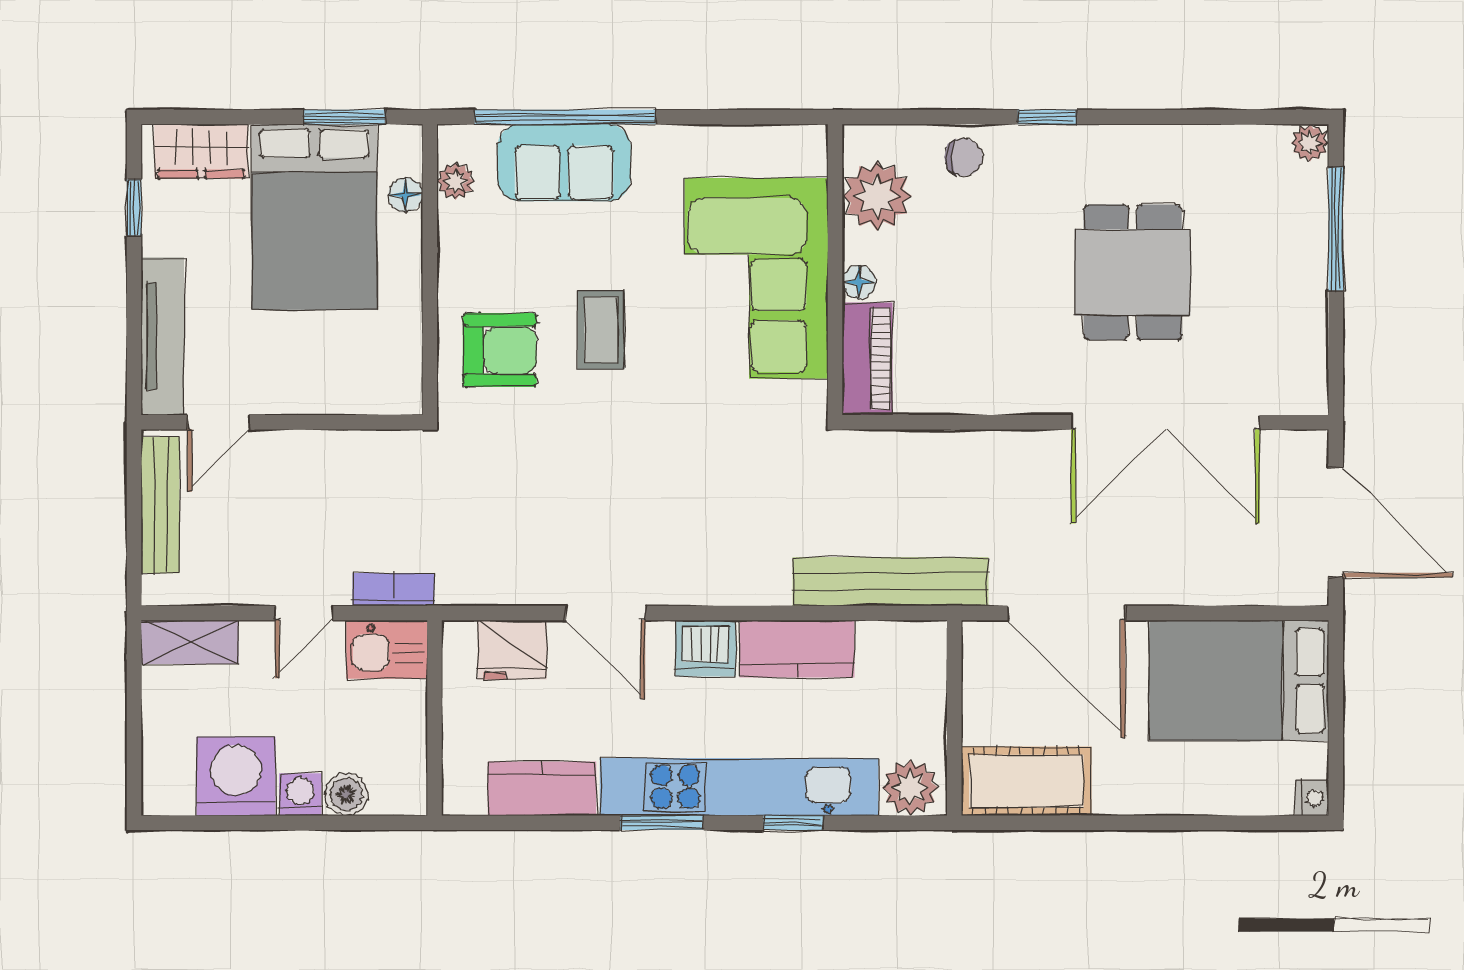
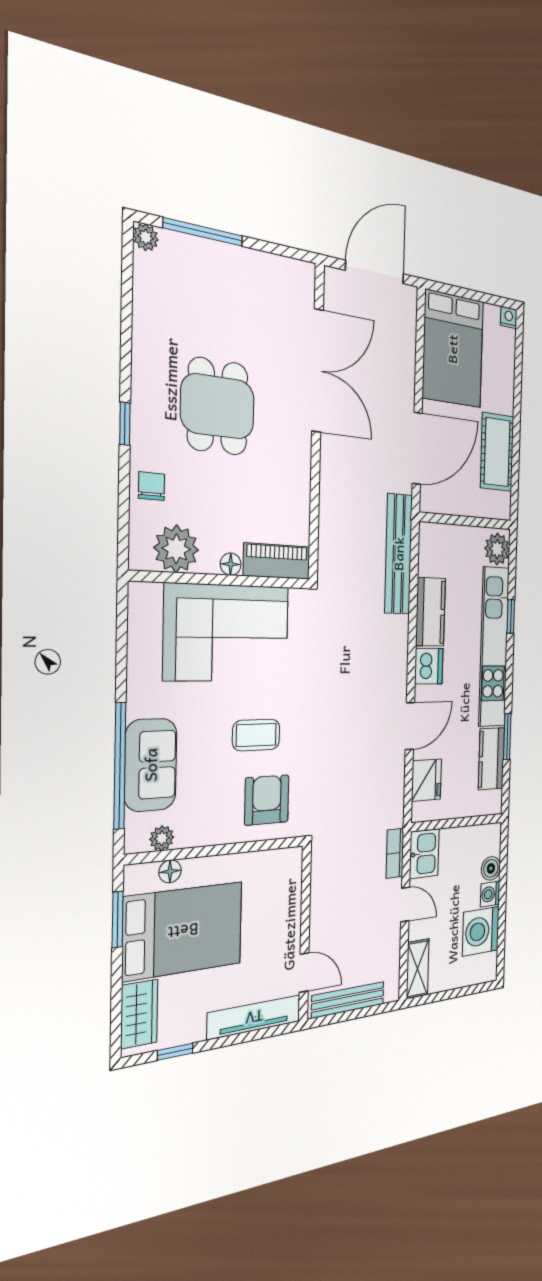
dining table: (1133, 272) -> (218, 406), moved, turned 90
cot: (1026, 781) -> (497, 452), moved
window: (662, 823) -> (507, 736), moved

